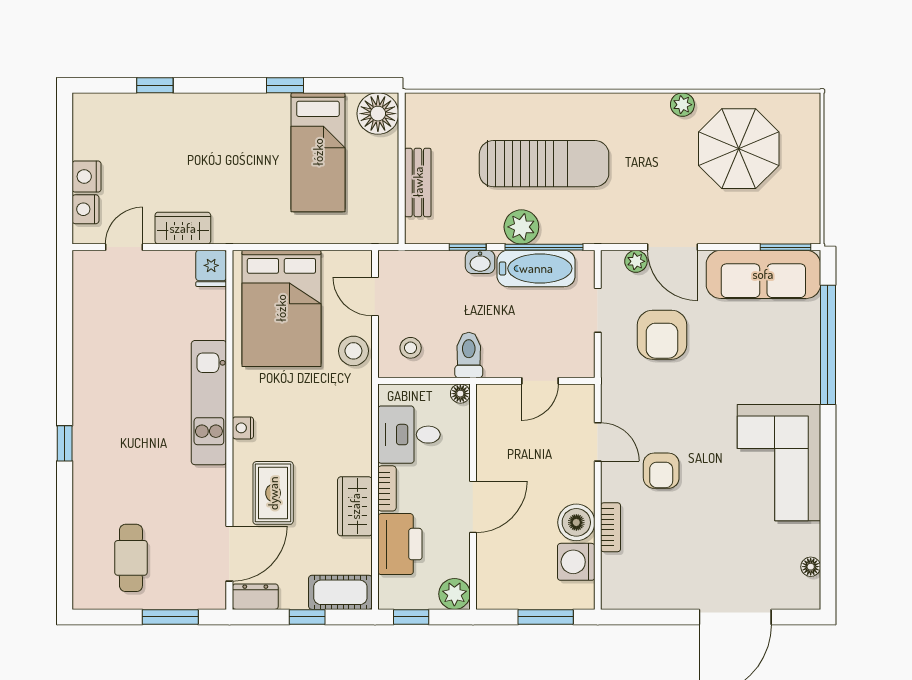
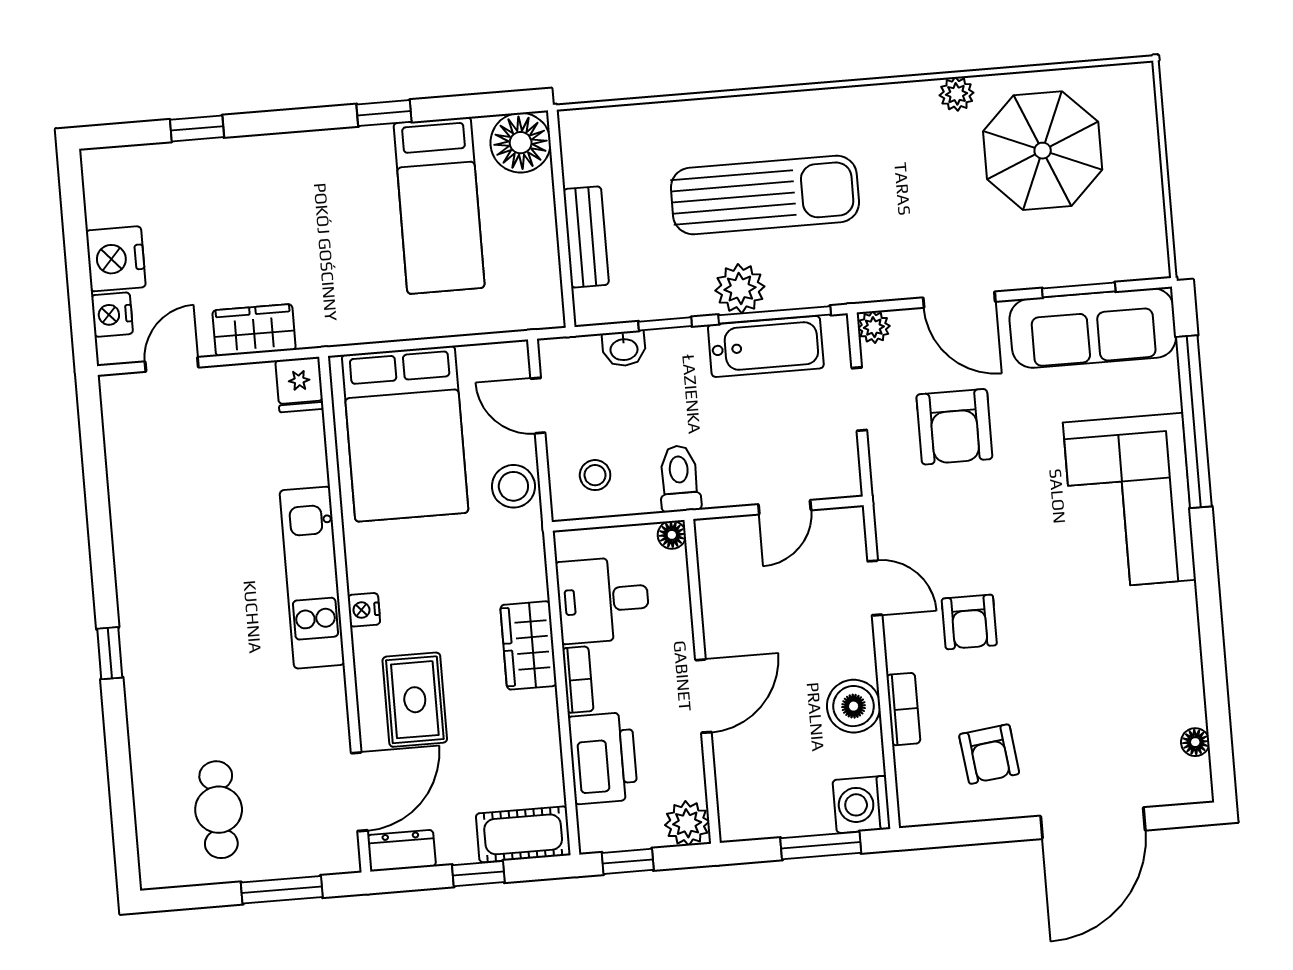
nightstand: (86, 177) -> (116, 259), width x1.36, depth x1.33
window: (785, 247) -> (1079, 290), moved
plant: (636, 261) -> (874, 327), moved
washbasin: (480, 262) -> (624, 349), moved
corner sofa: (779, 463) -> (1129, 501), moved
wardrobe: (355, 506) -> (529, 645), moved
washing machine: (576, 562) -> (861, 804), moved
armchair: (667, 563) -> (989, 754), added

